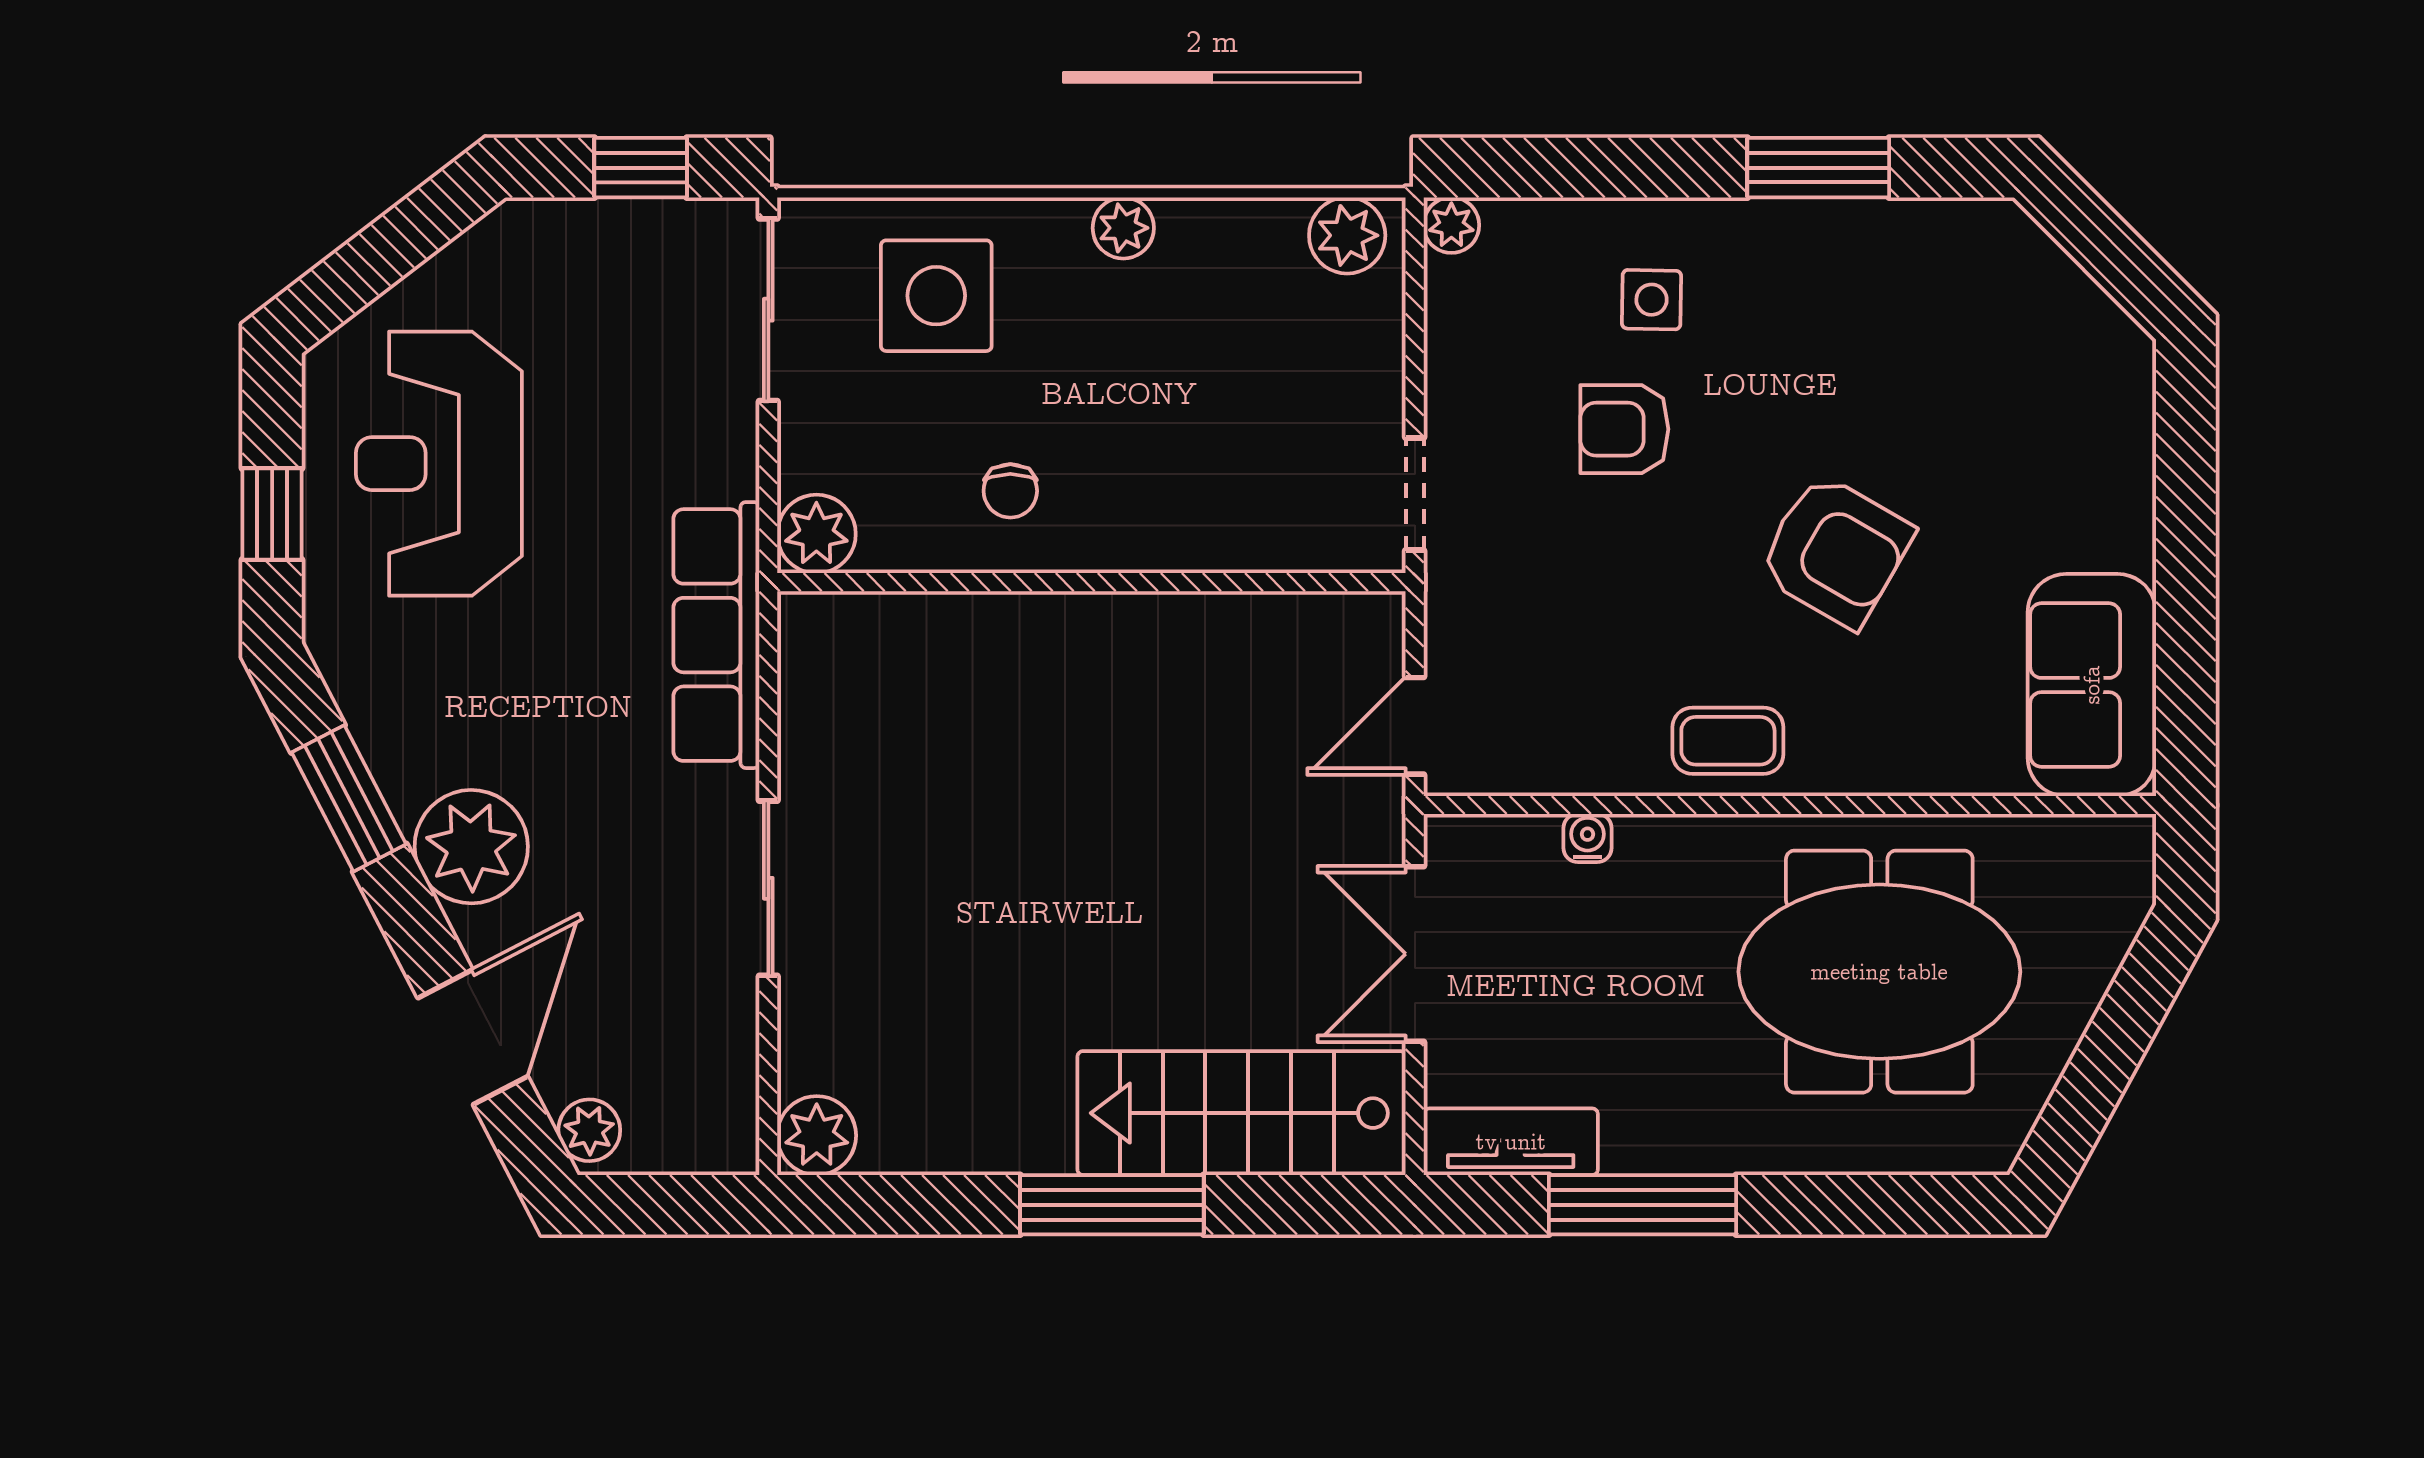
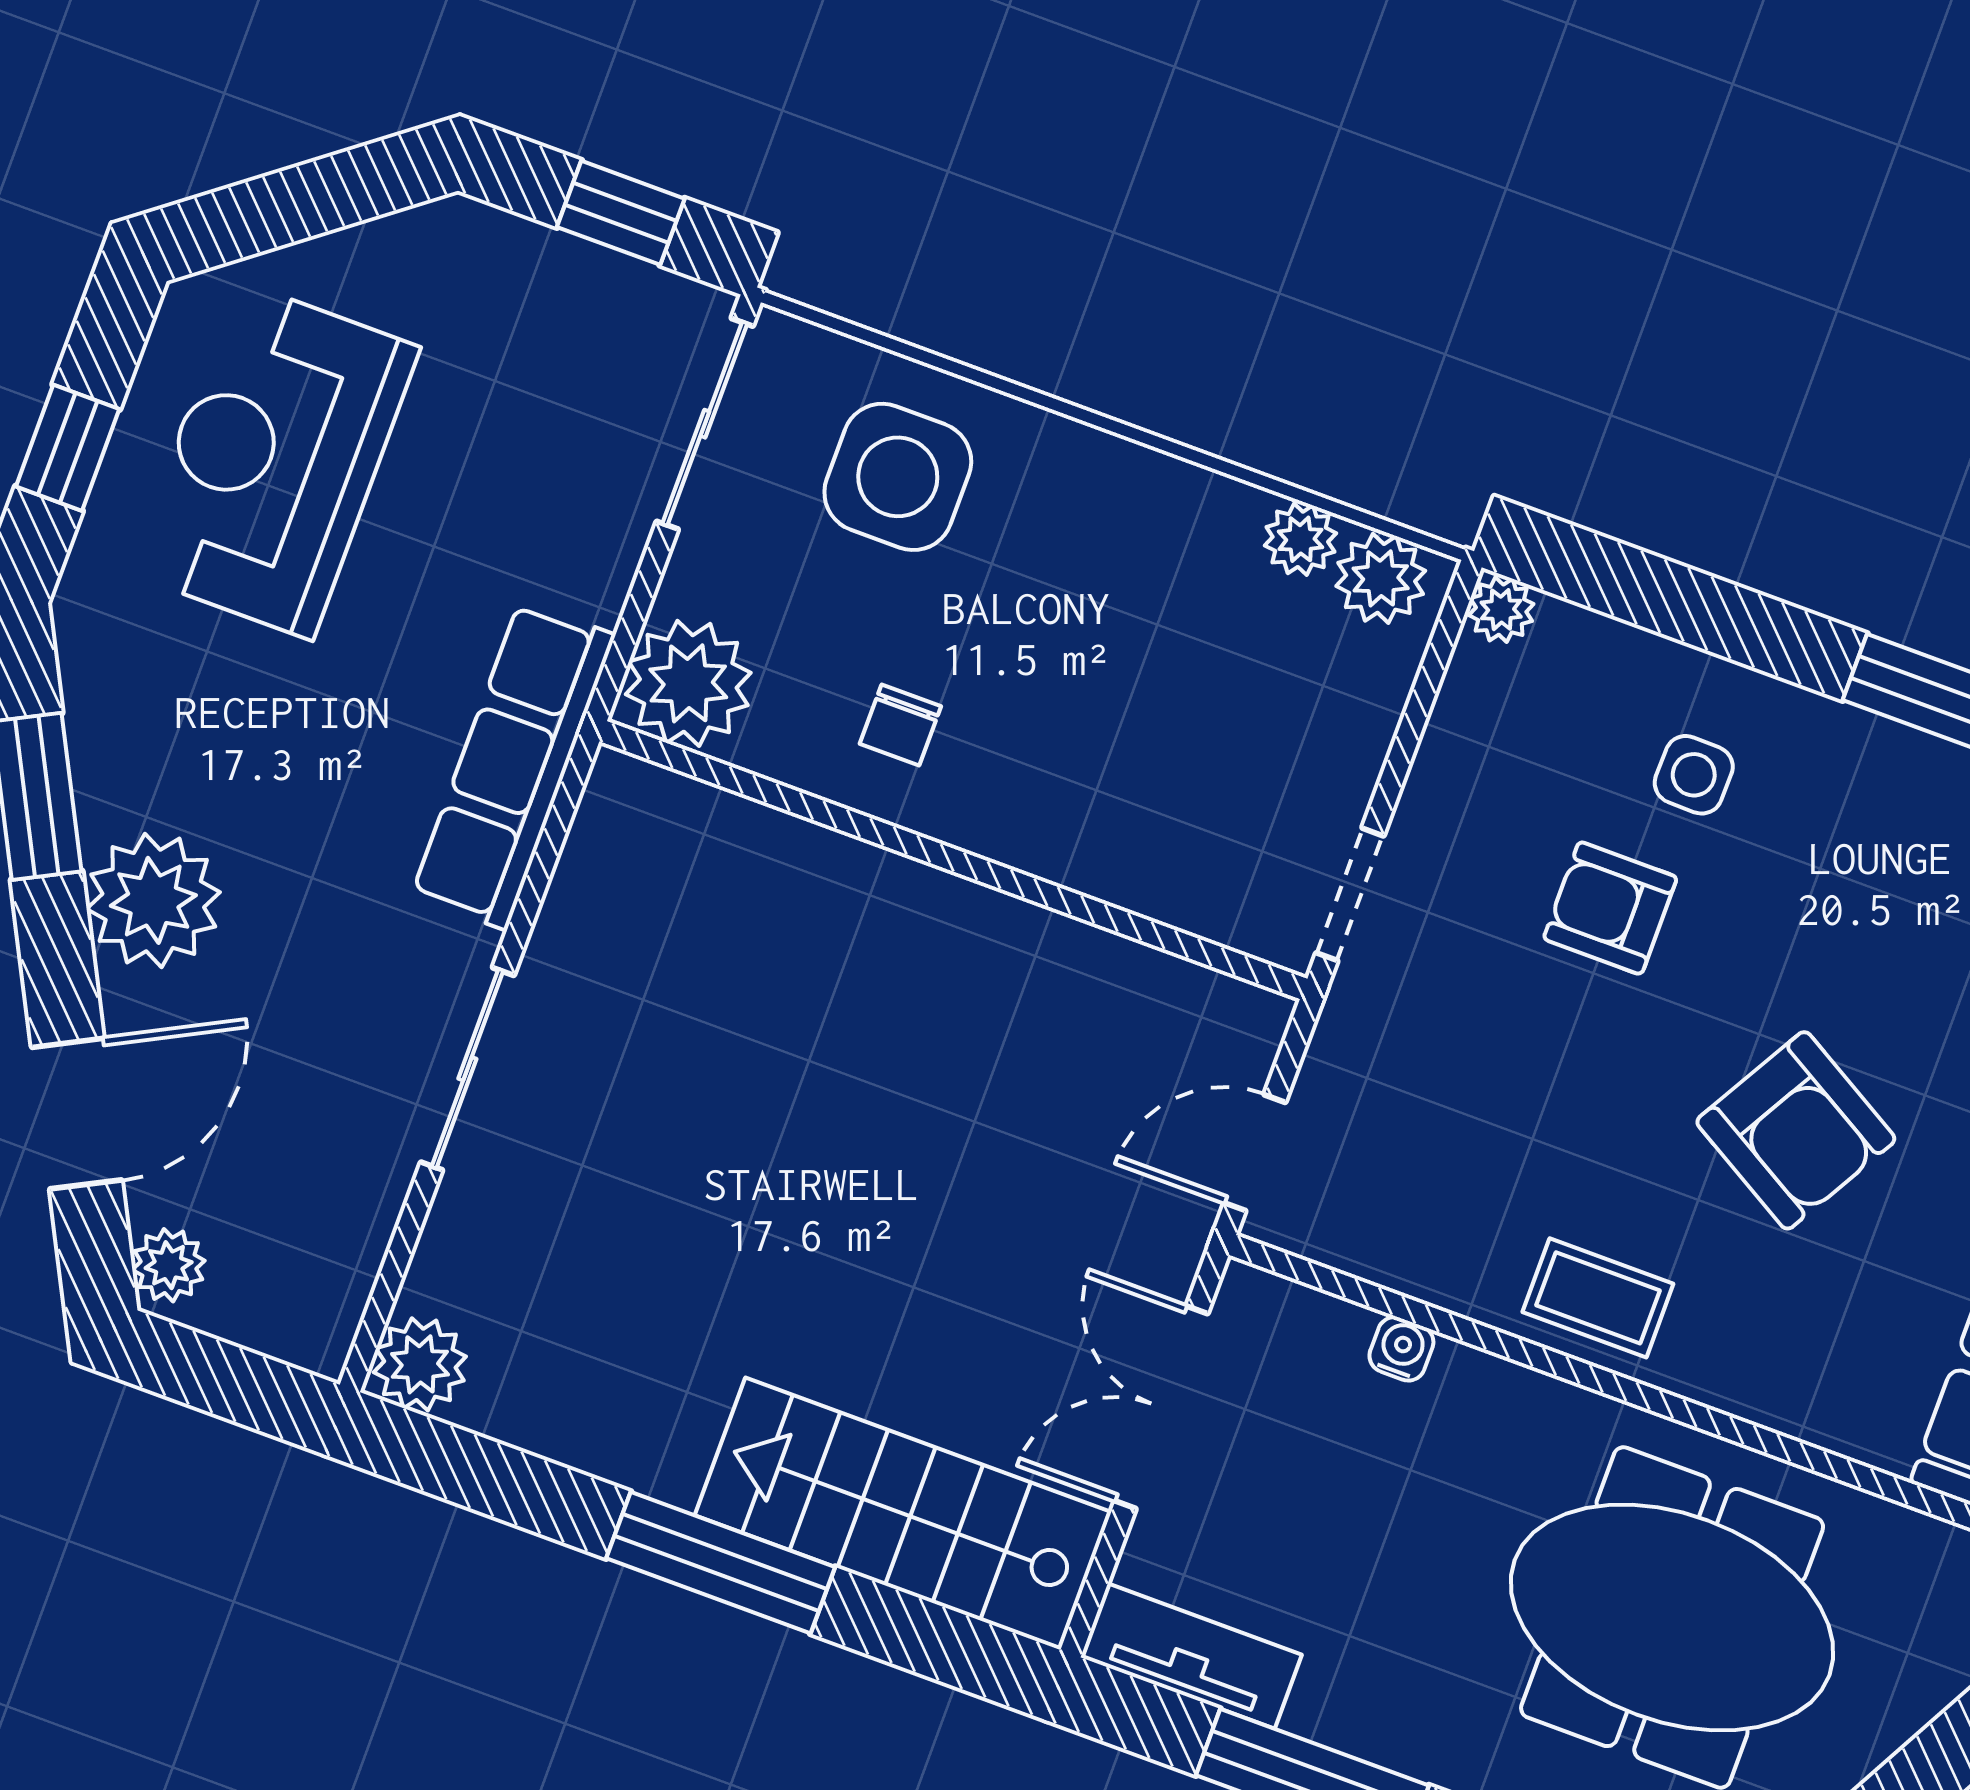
plant: (1123, 228) -> (1300, 539), moved
plant: (816, 534) -> (688, 683), width x1.36, depth x1.36

